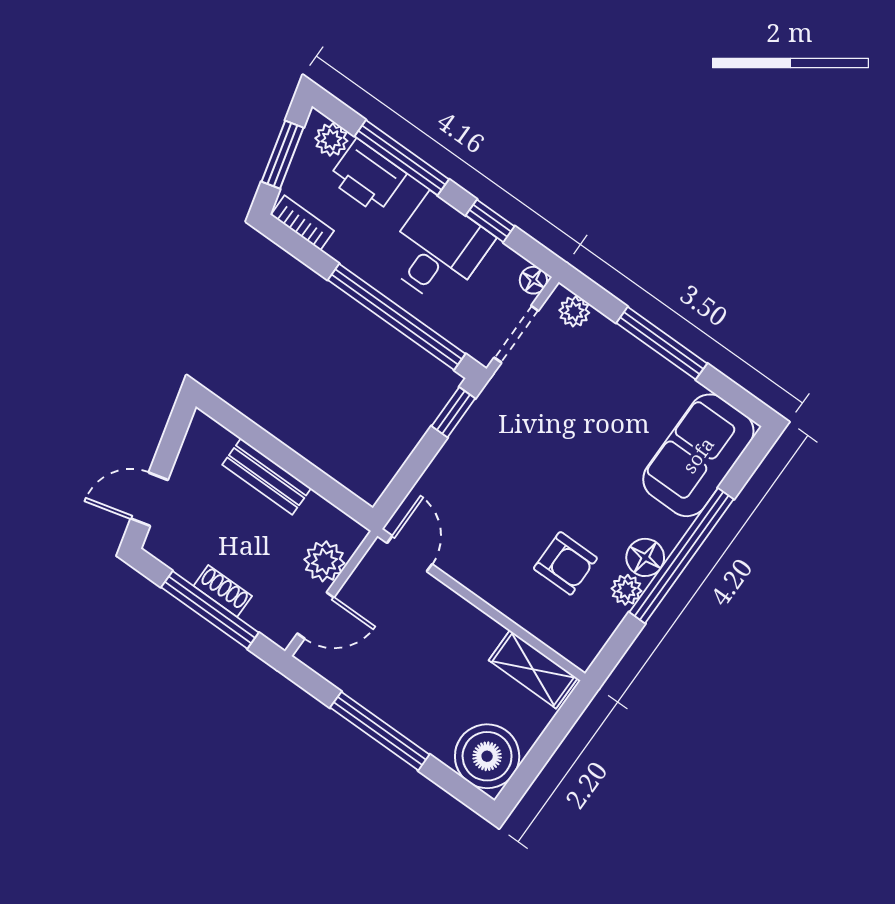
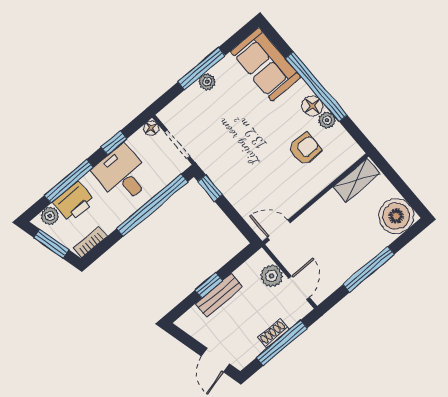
plant: (574, 311) -> (207, 82), moved
window: (280, 454) -> (209, 285), added

